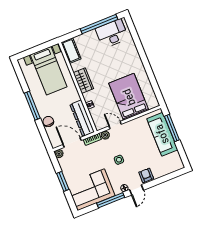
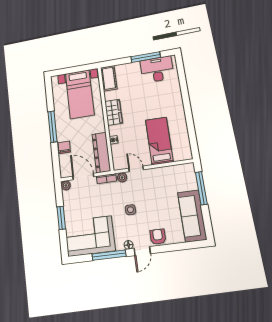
window: (99, 24) -> (146, 57), width x0.68
bed: (129, 97) -> (159, 141), width x0.67
sofa: (162, 134) -> (192, 216), moved

